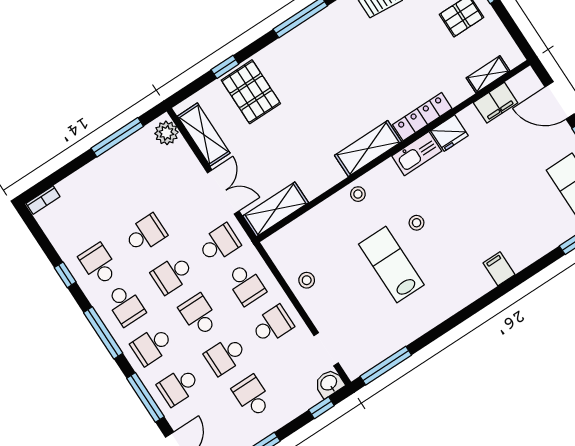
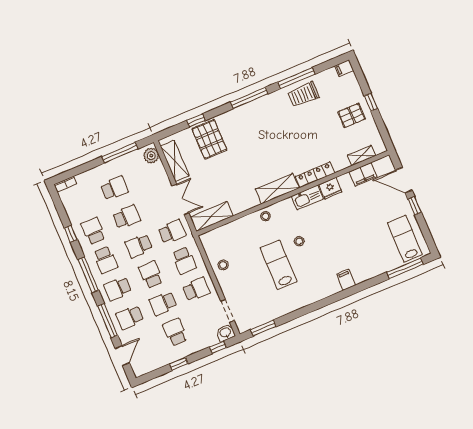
school desk: (119, 193) -> (114, 188), added
window: (386, 366) -> (263, 328), width x0.69

